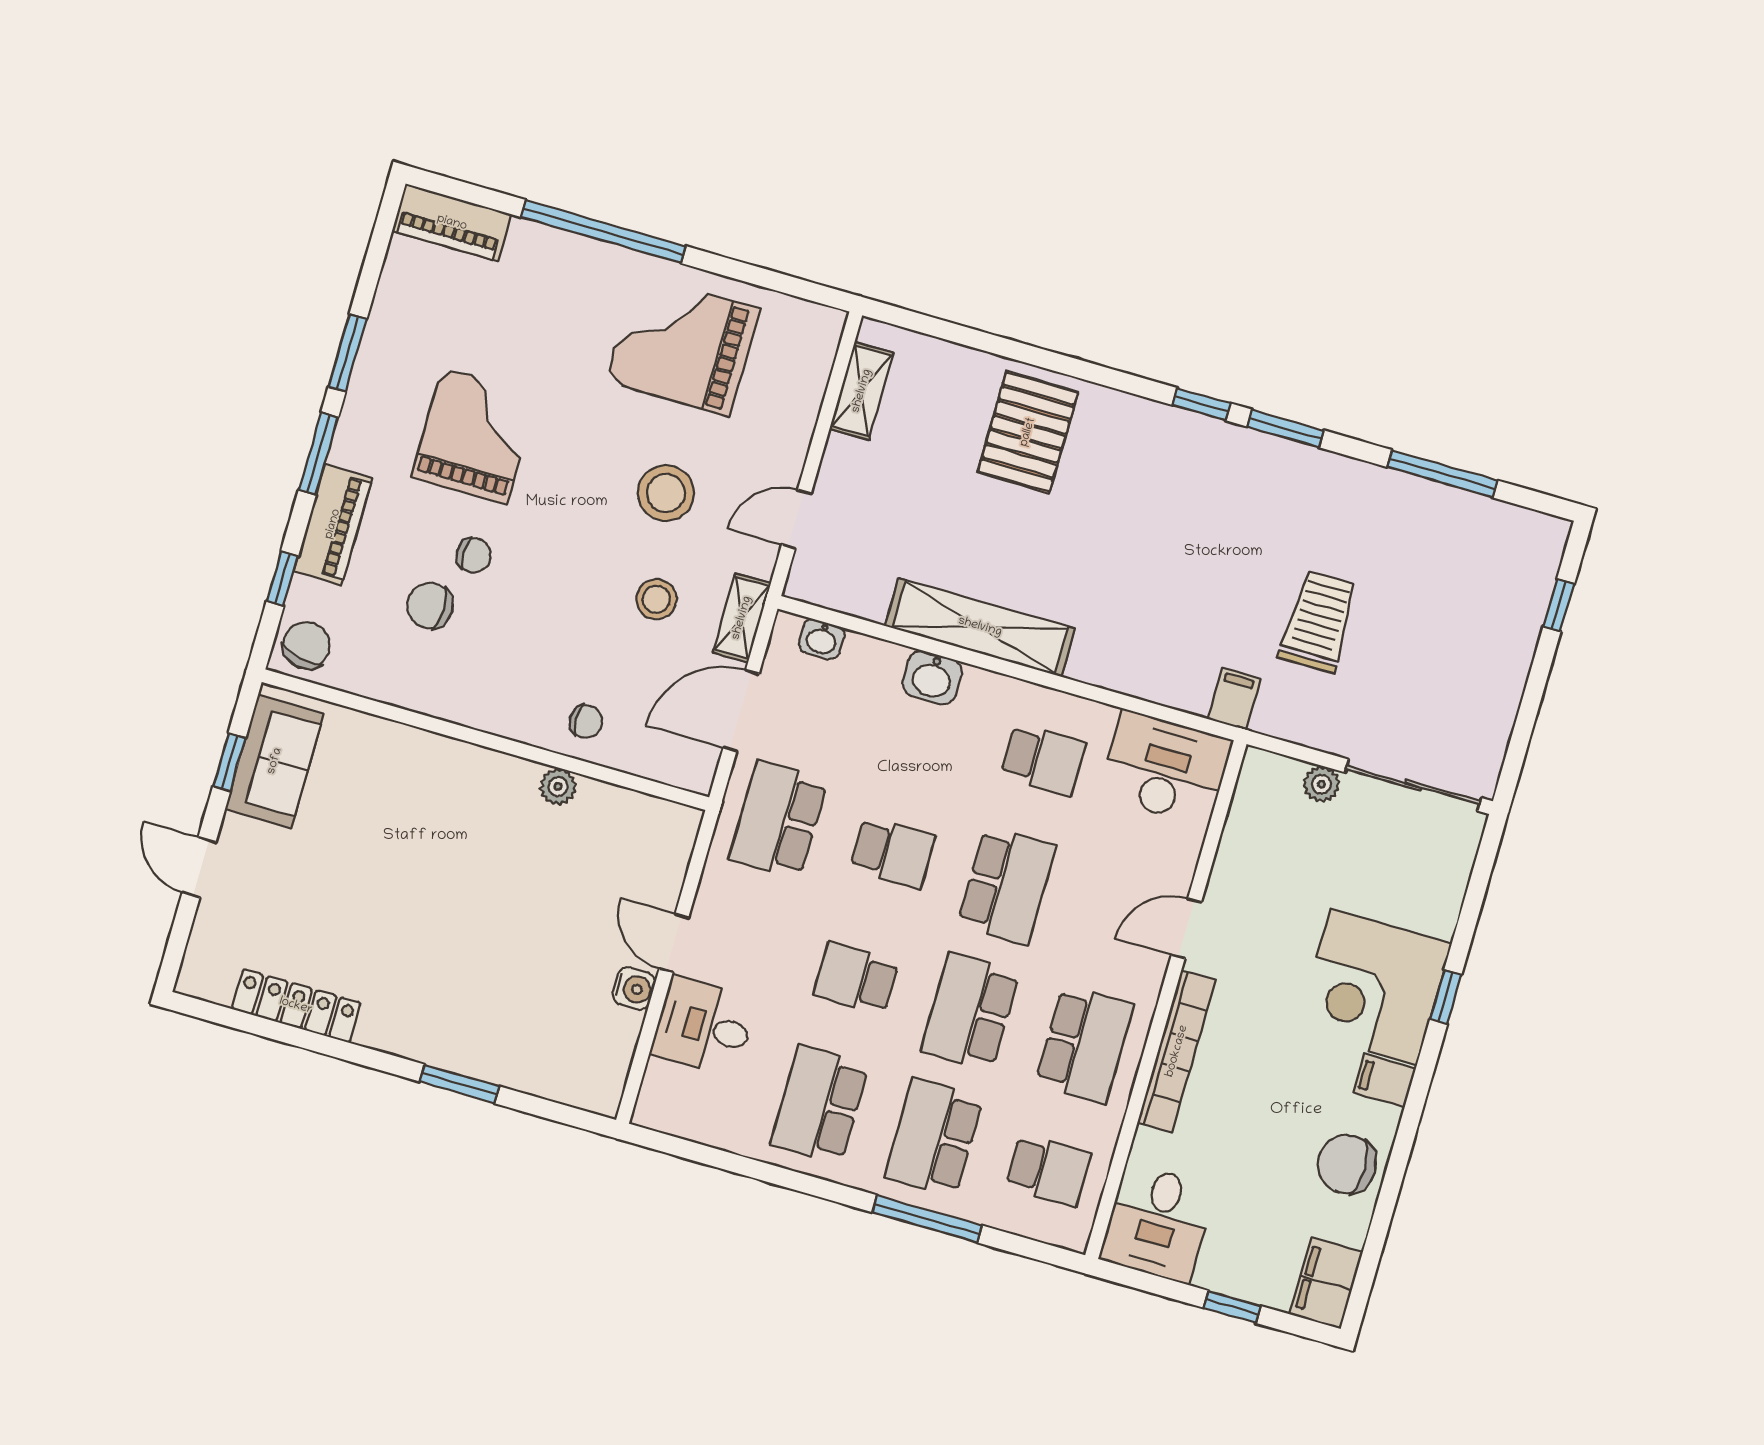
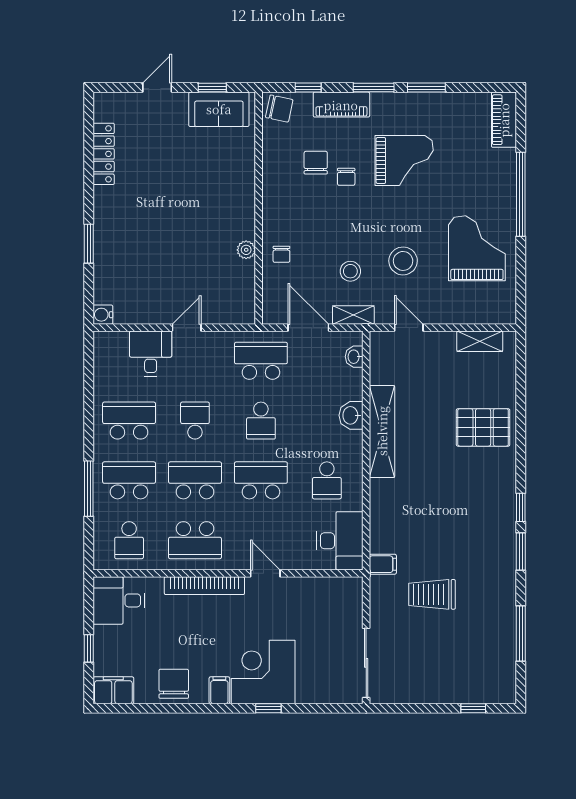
trolley: (1319, 622) -> (432, 594), turned 180
plant: (1321, 784) -> (354, 618), removed
school desk: (1007, 885) -> (261, 480), turned 180
water cooler: (634, 989) -> (103, 315), moved, turned 90

